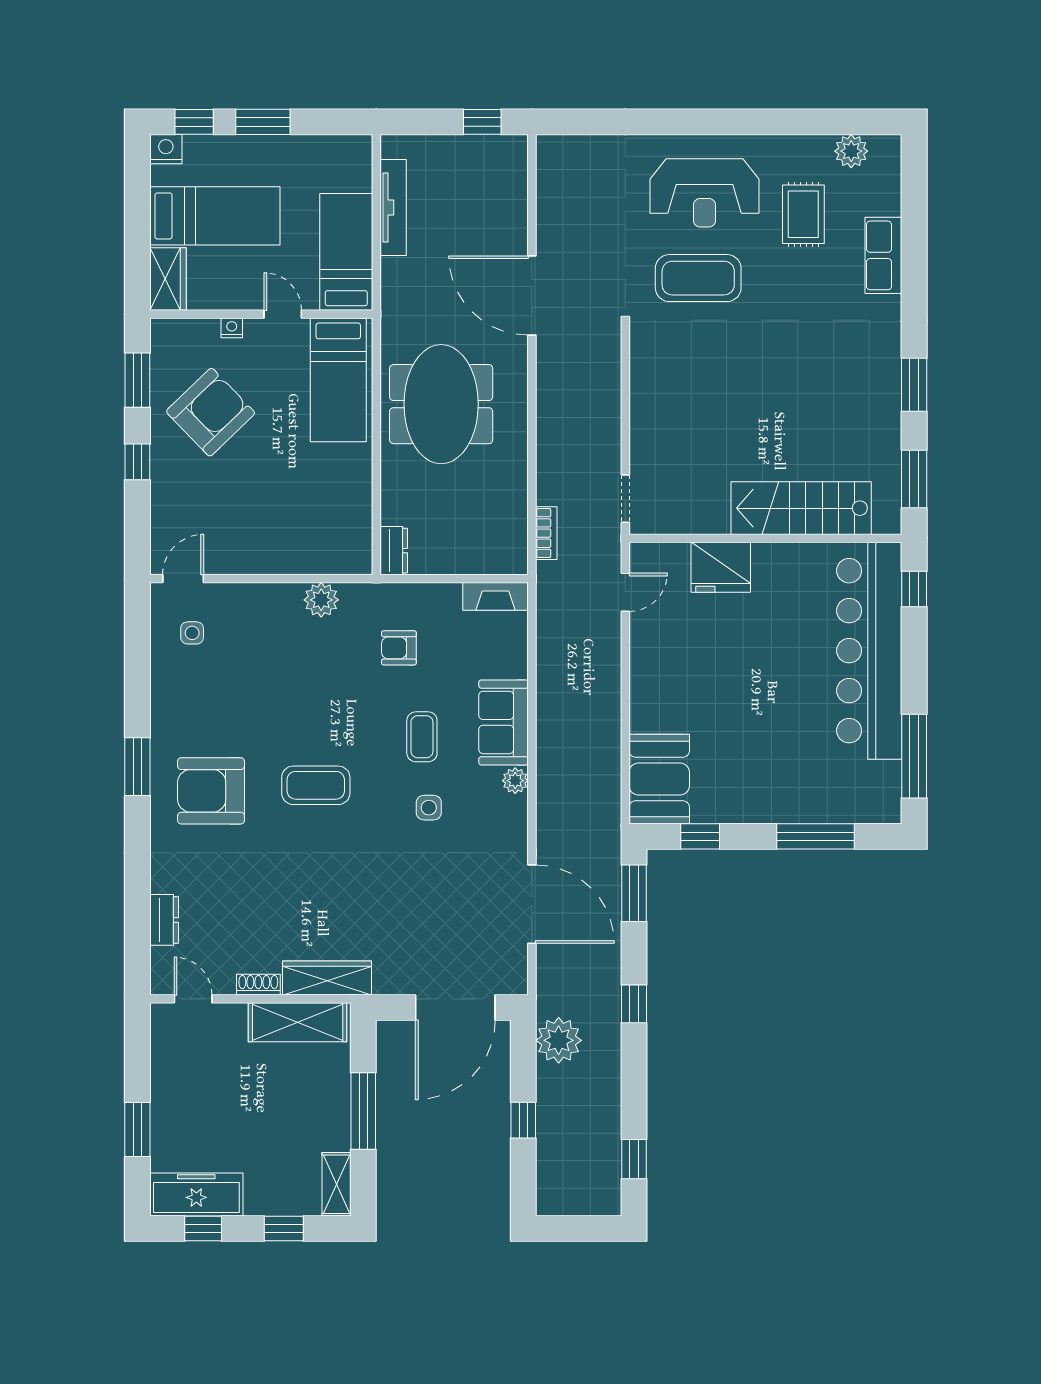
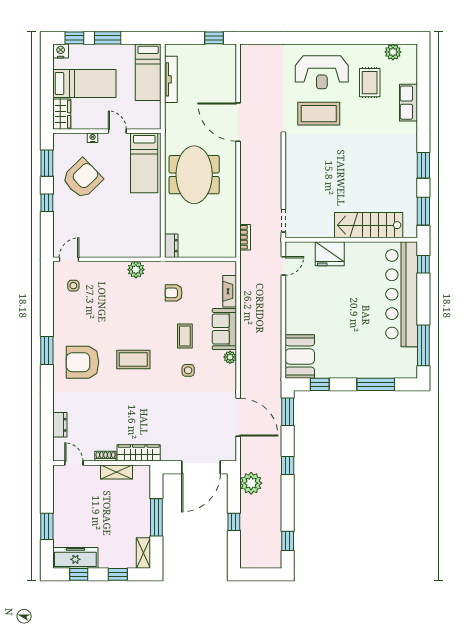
bed: (346, 252) -> (148, 72), moved, turned 180
fireplace: (496, 596) -> (230, 291), moved, turned 90
shelving: (298, 1022) -> (117, 472), width x0.67, depth x0.75

